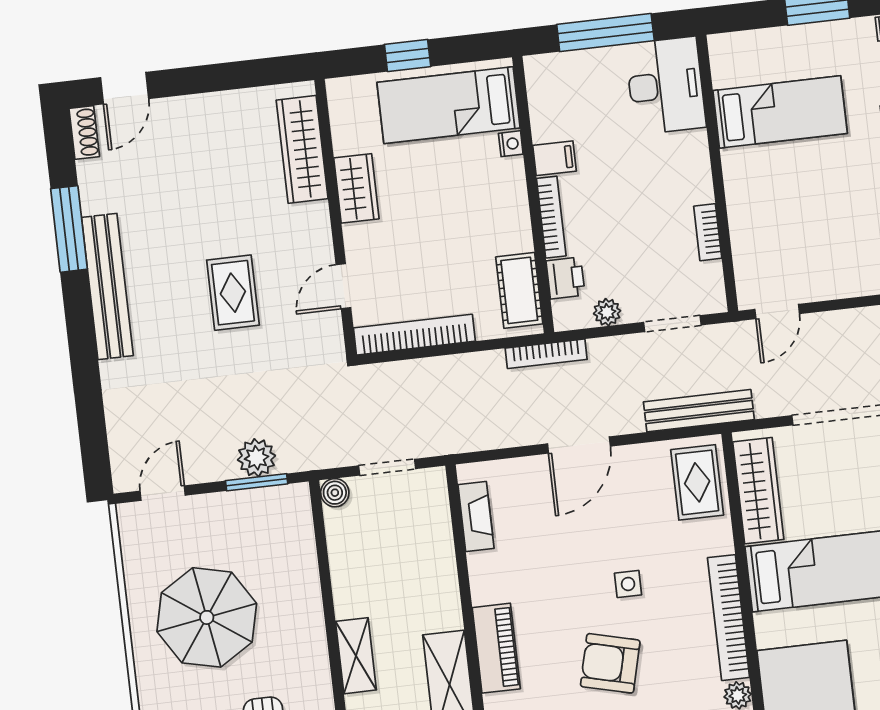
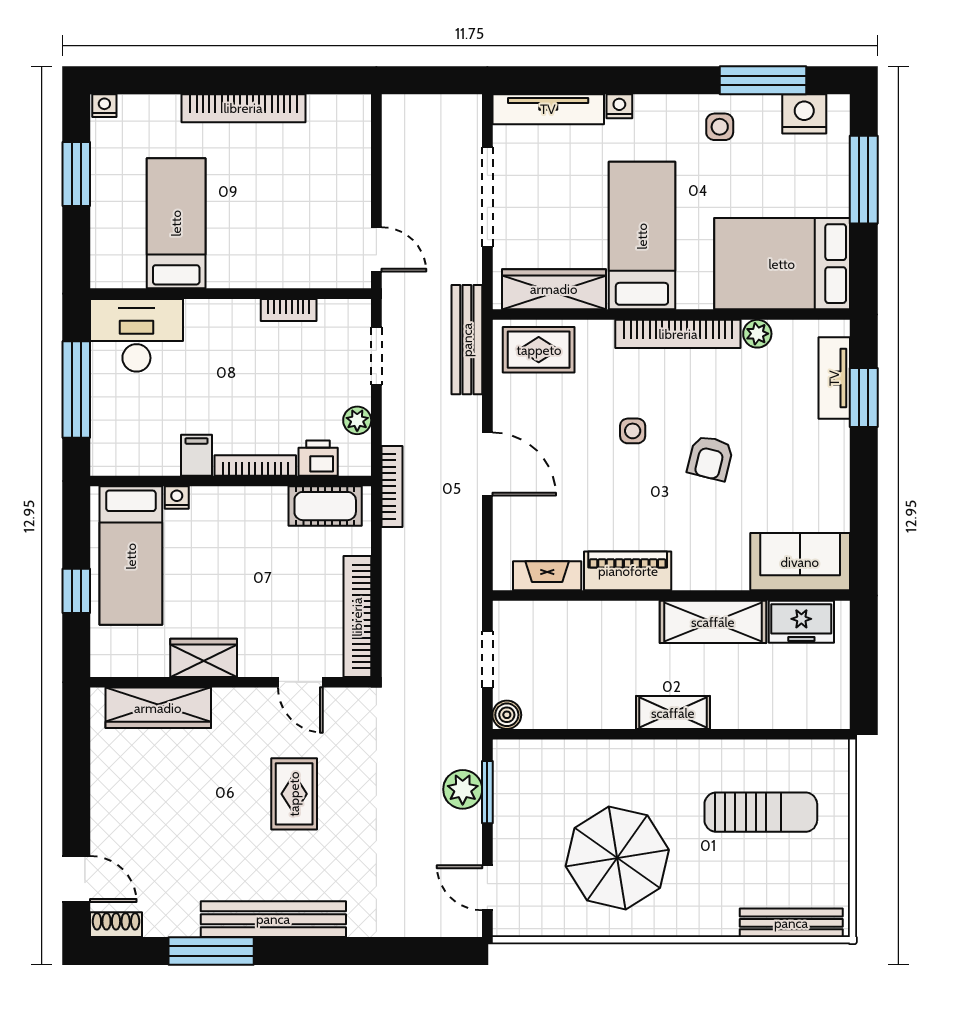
rug: (233, 293) -> (294, 794), turned 90
piano: (496, 648) -> (628, 571), moved
armchair: (610, 663) -> (710, 458), width x0.72, depth x0.72

